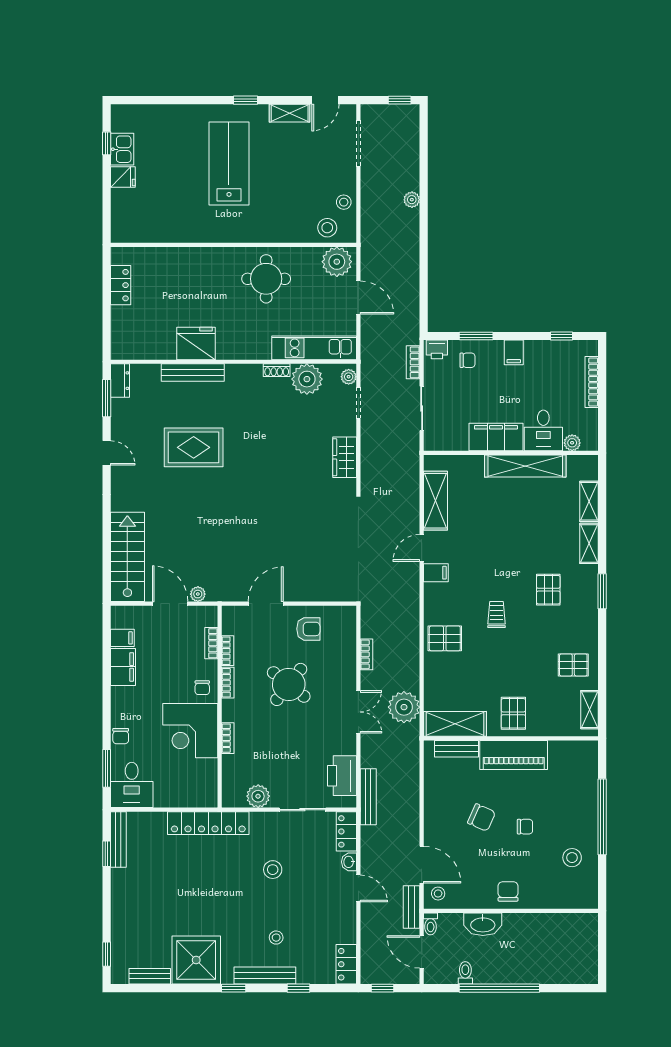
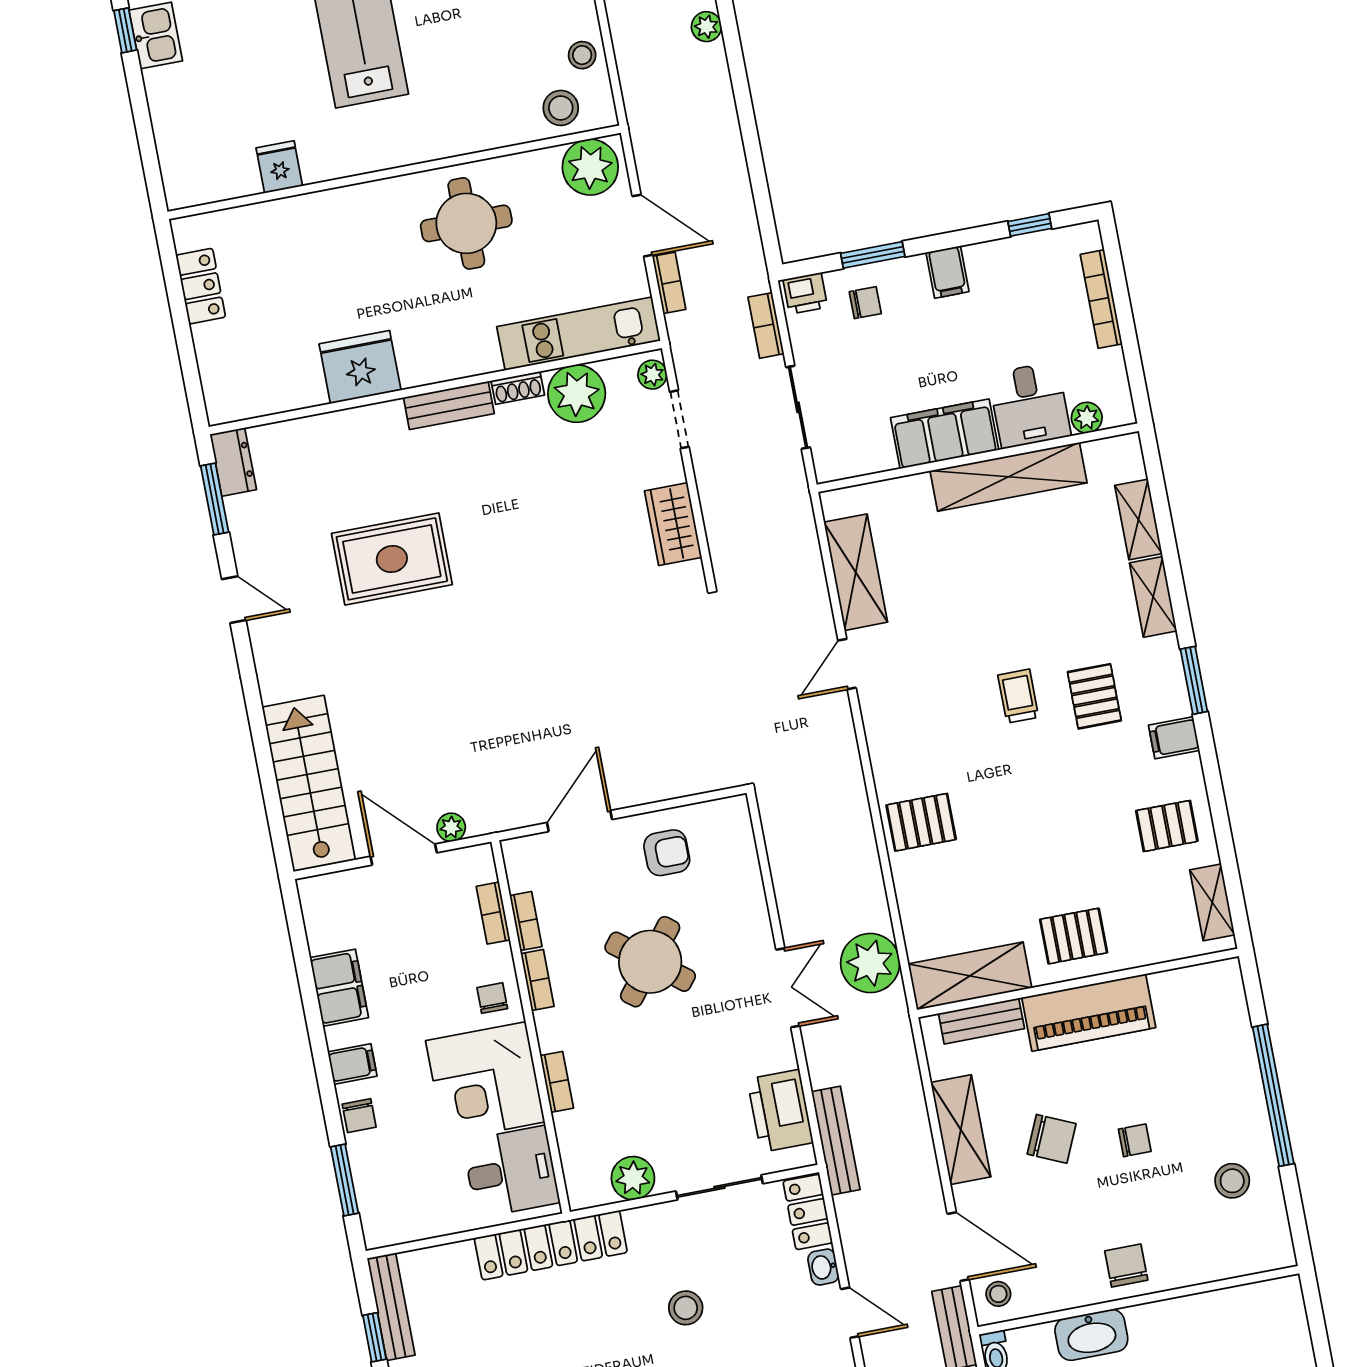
fridge: (123, 177) -> (279, 167), moved, turned -90
bench: (193, 373) -> (449, 405), moved, width x0.73
filing cabinet: (436, 573) -> (1174, 738), moved, turned 180
trolley: (496, 615) -> (1018, 696), moved
filing cabinet: (122, 638) -> (352, 1064), moved
bookcase: (367, 654) -> (669, 283), moved
chair: (202, 688) -> (492, 998), turned 180
pallet: (513, 713) -> (1074, 936), turned 90
desk: (132, 785) -> (511, 1172), moved, turned -90
shelving: (435, 804) -> (961, 1130), added

